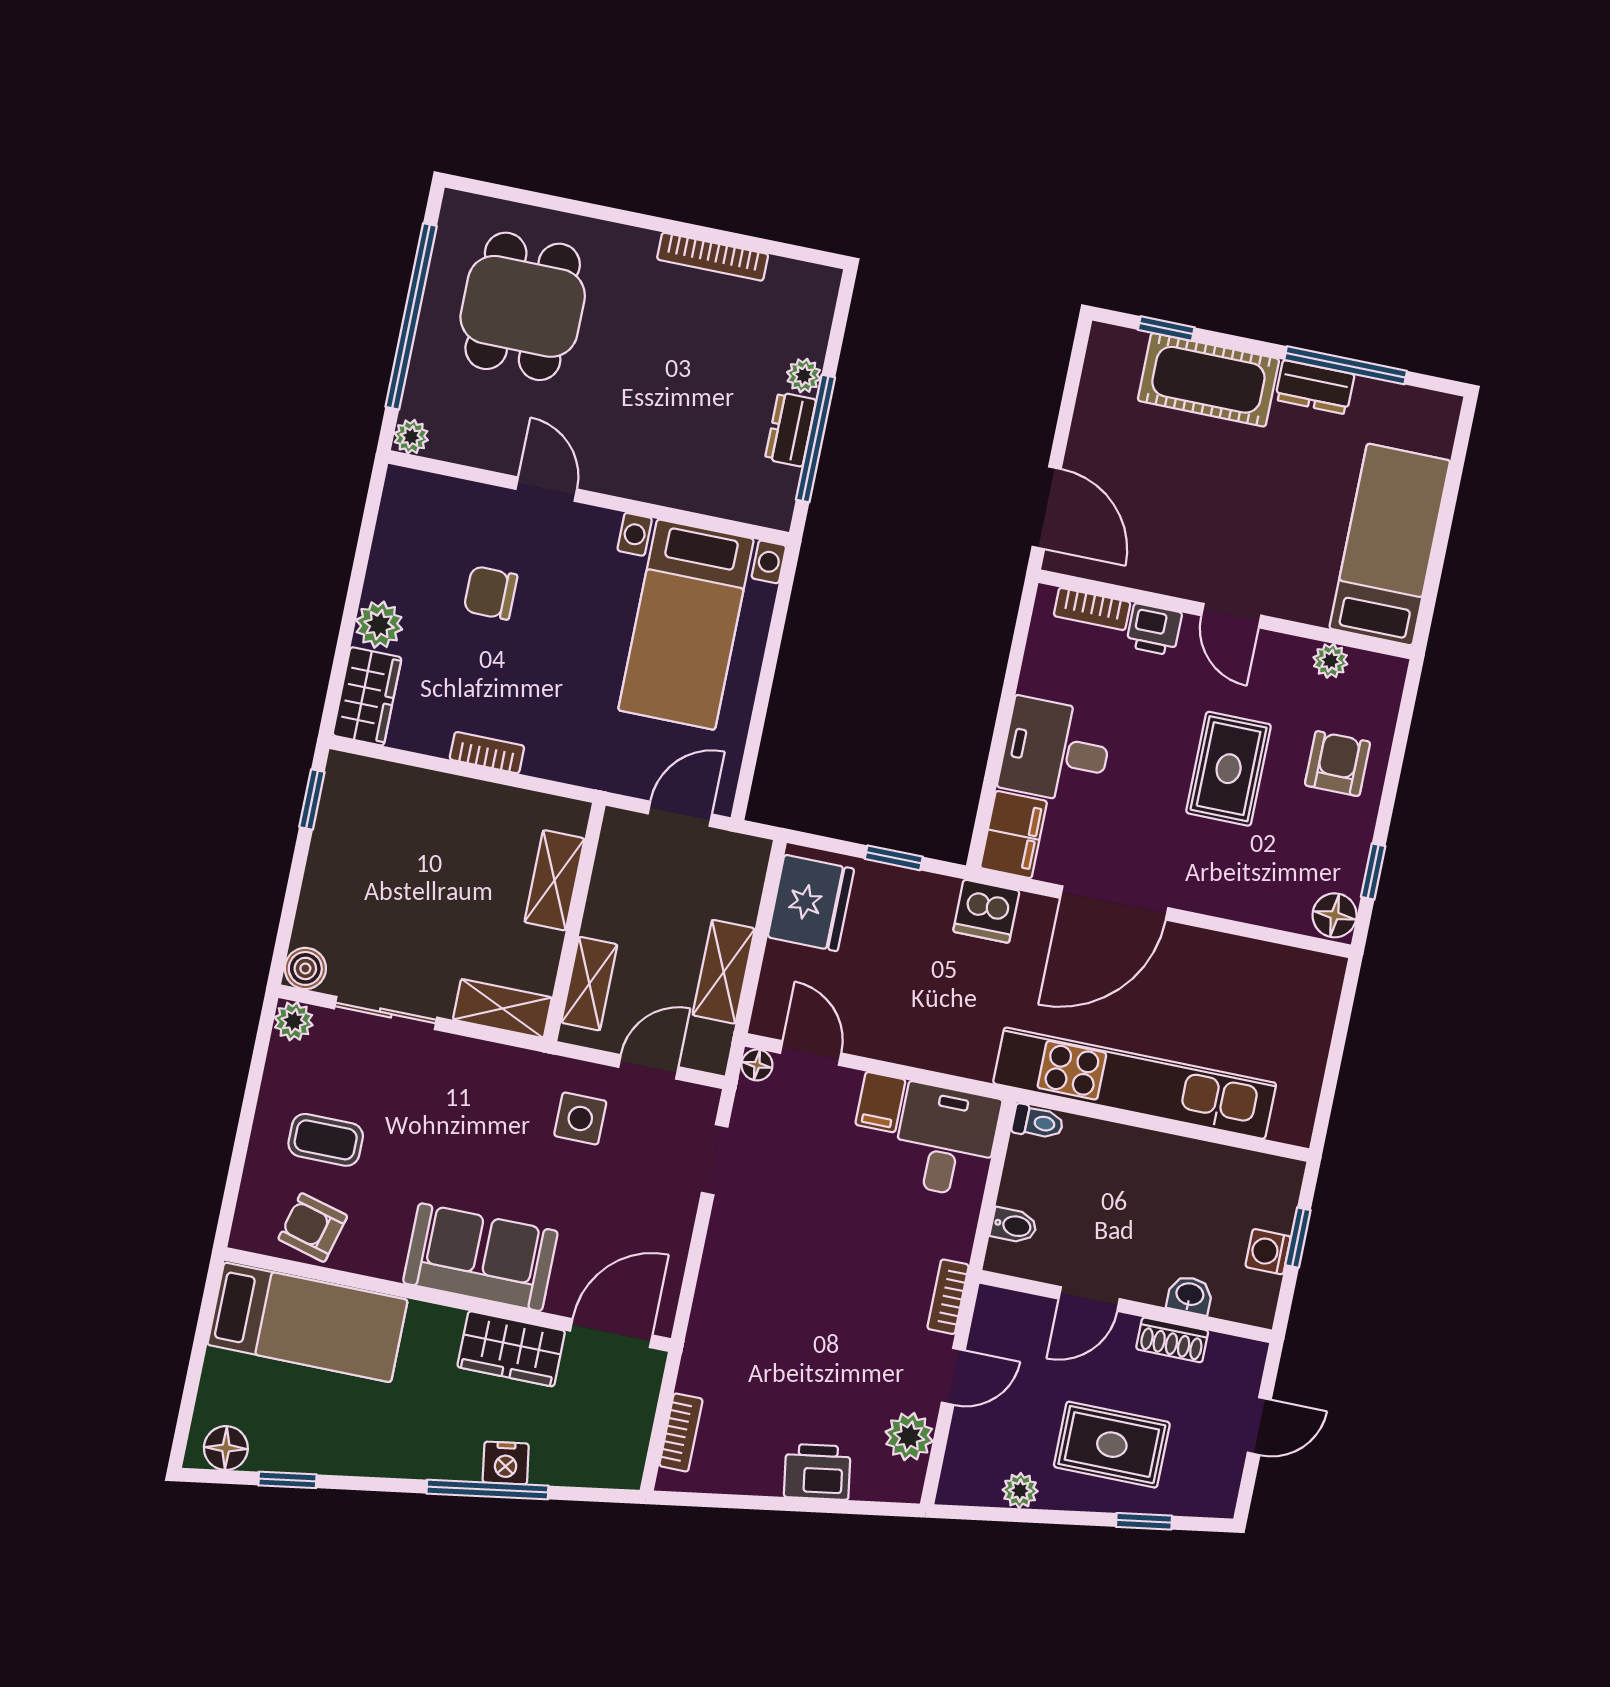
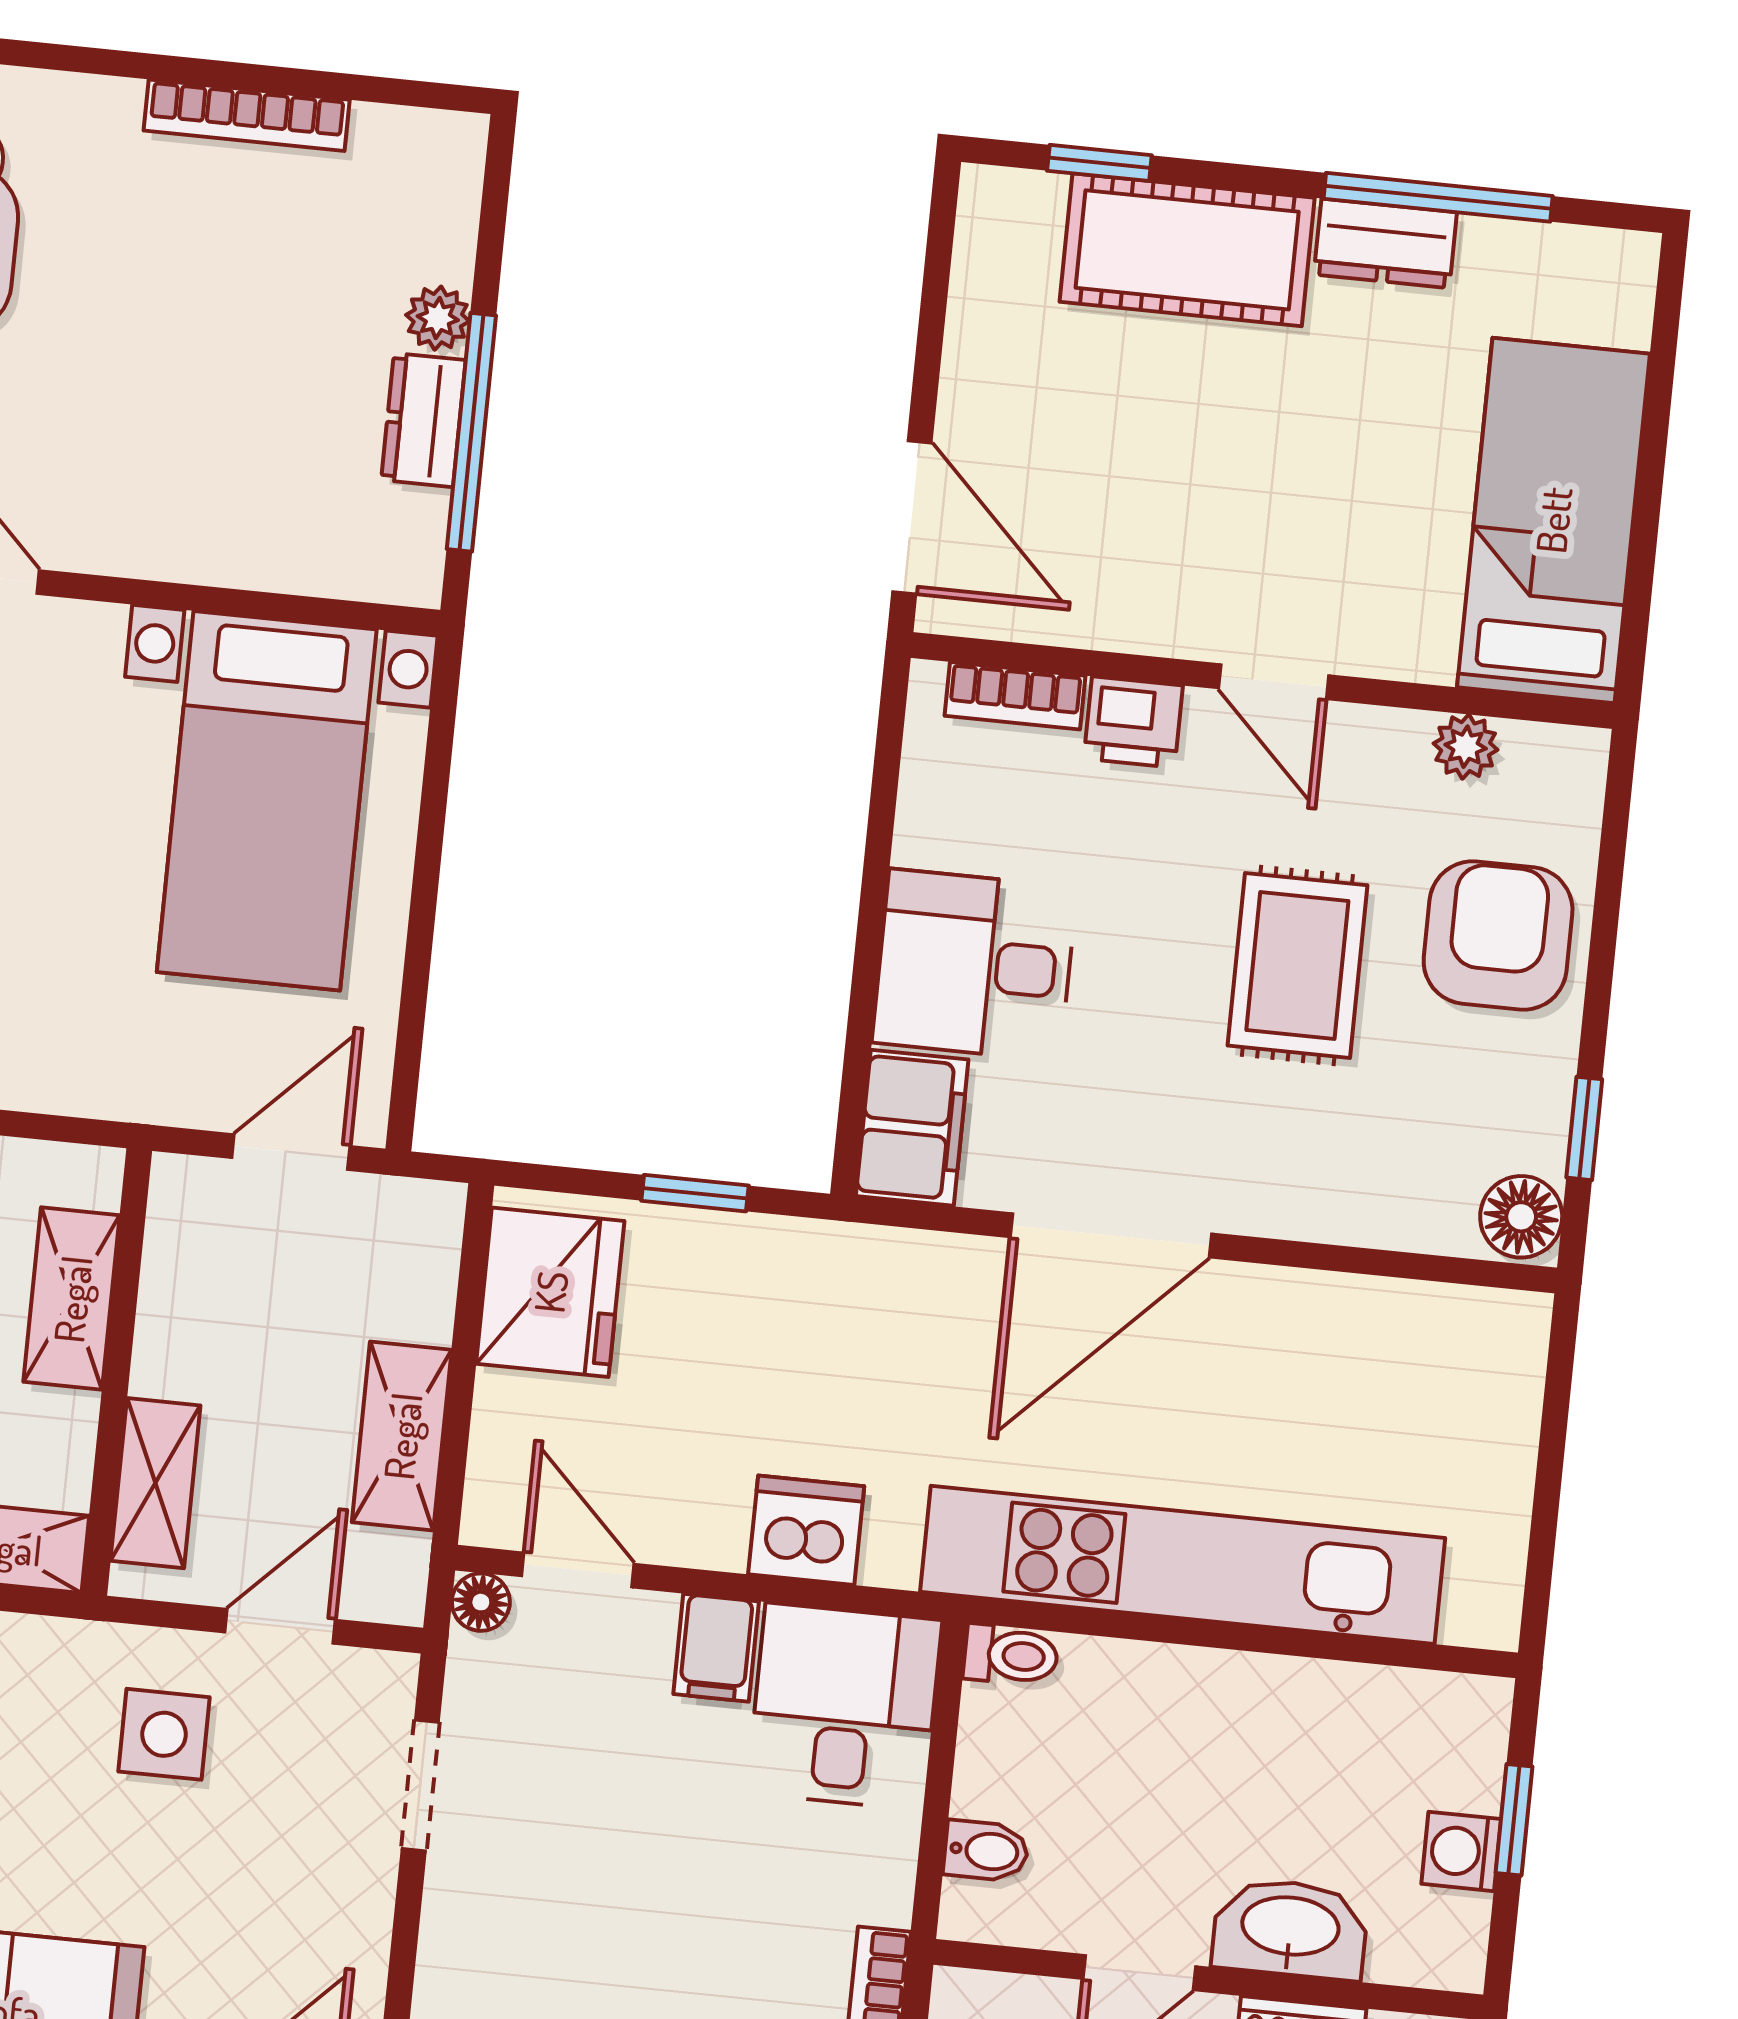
armchair: (1337, 764) -> (1498, 936), width x1.38, depth x1.38
dishwasher: (986, 911) -> (806, 1530), moved, turned 180
washbasin: (1190, 1295) -> (1290, 1929), width x1.91, depth x1.45

